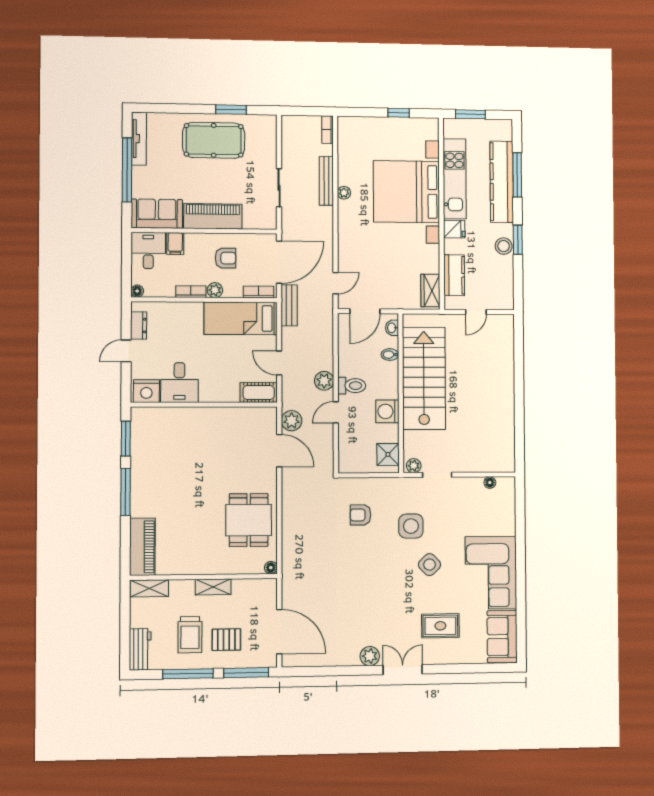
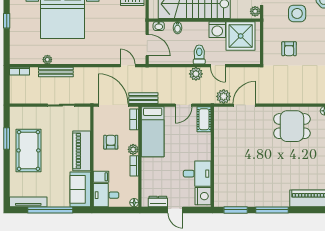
plant: (344, 193) -> (47, 60), moved
shower: (388, 454) -> (241, 36), width x1.86, depth x1.86

